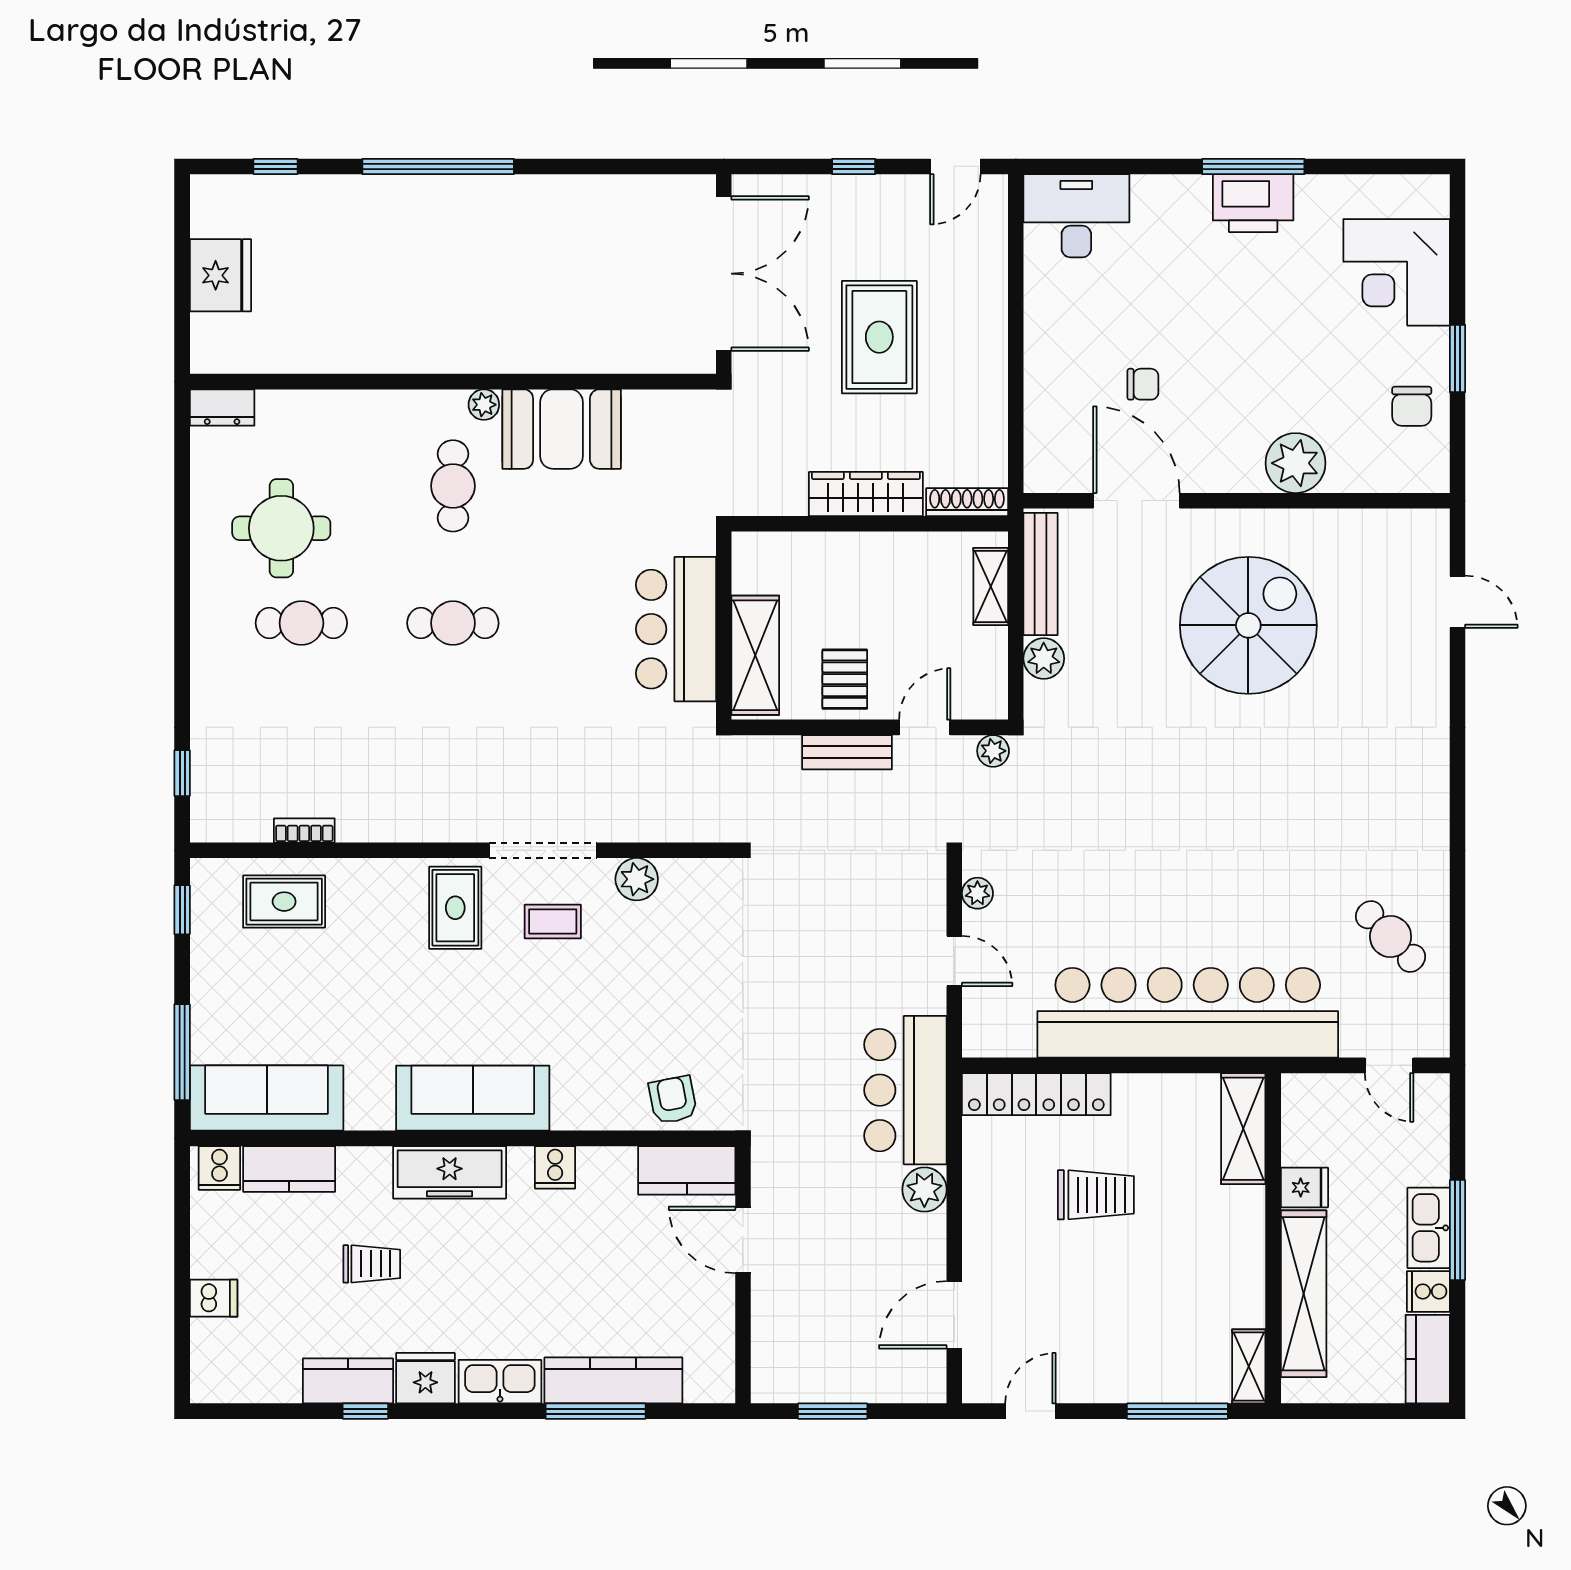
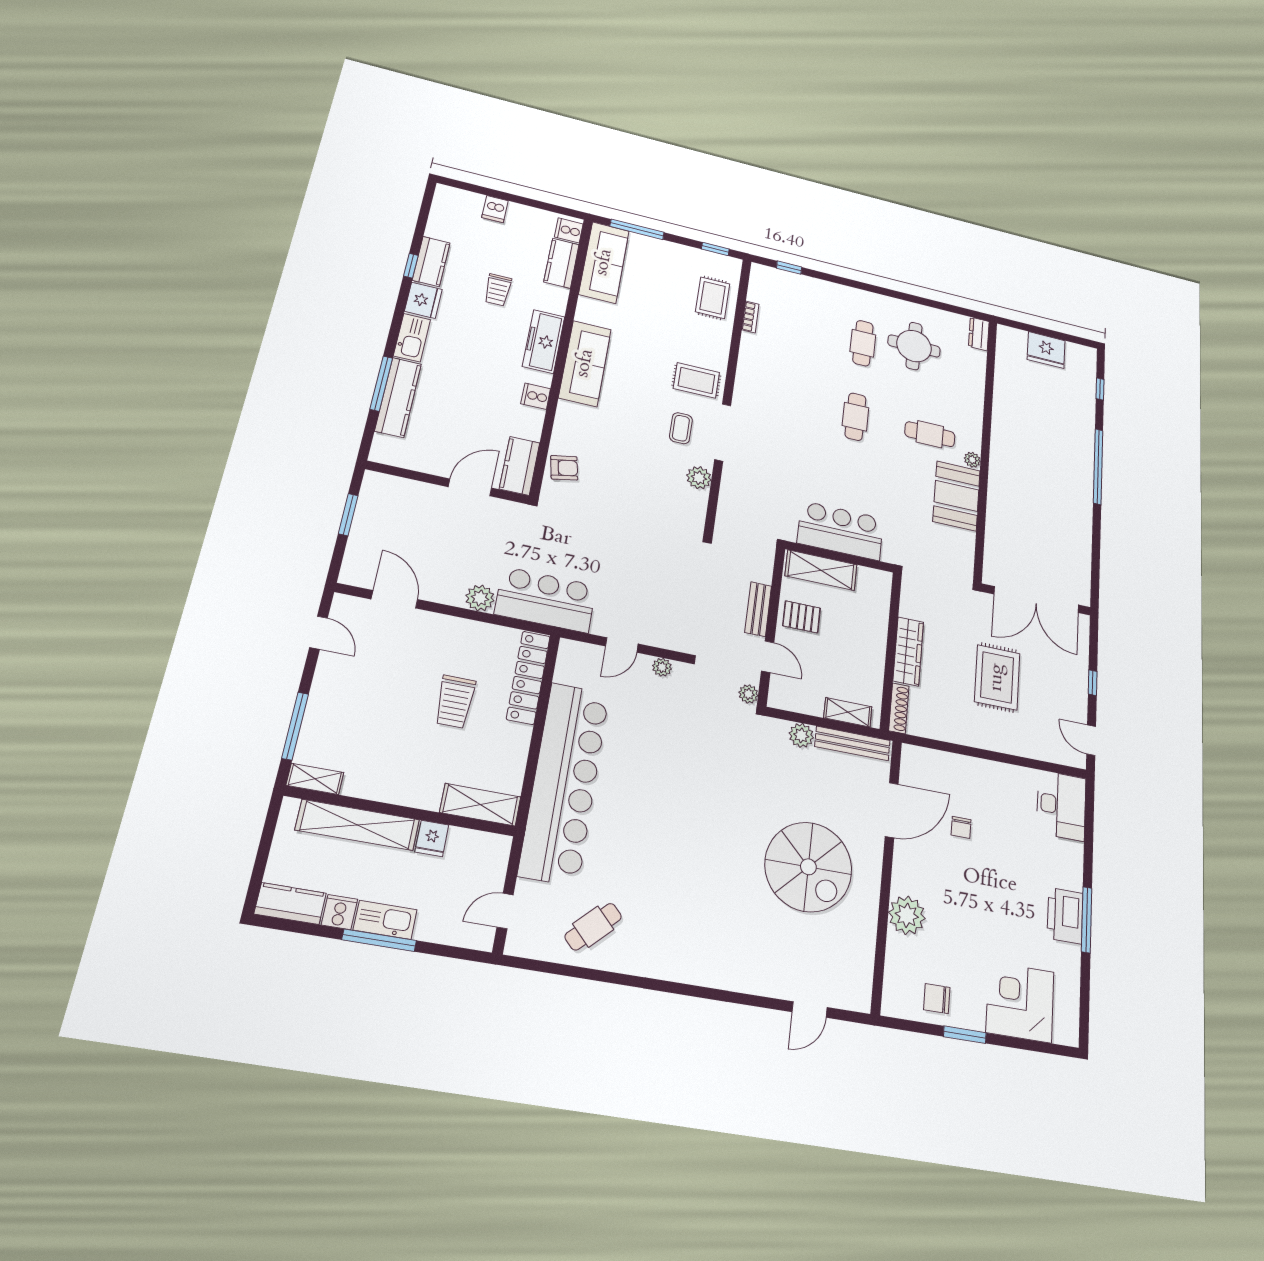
rug: (879, 337) -> (997, 677), turned 90

